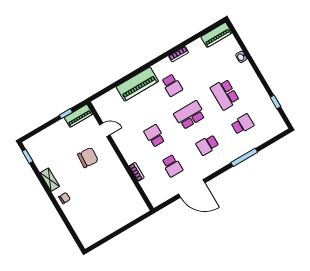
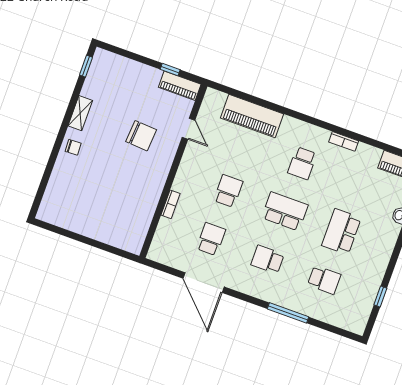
piano: (137, 84) -> (252, 116), moved
school desk: (172, 166) -> (211, 239), turned 180

